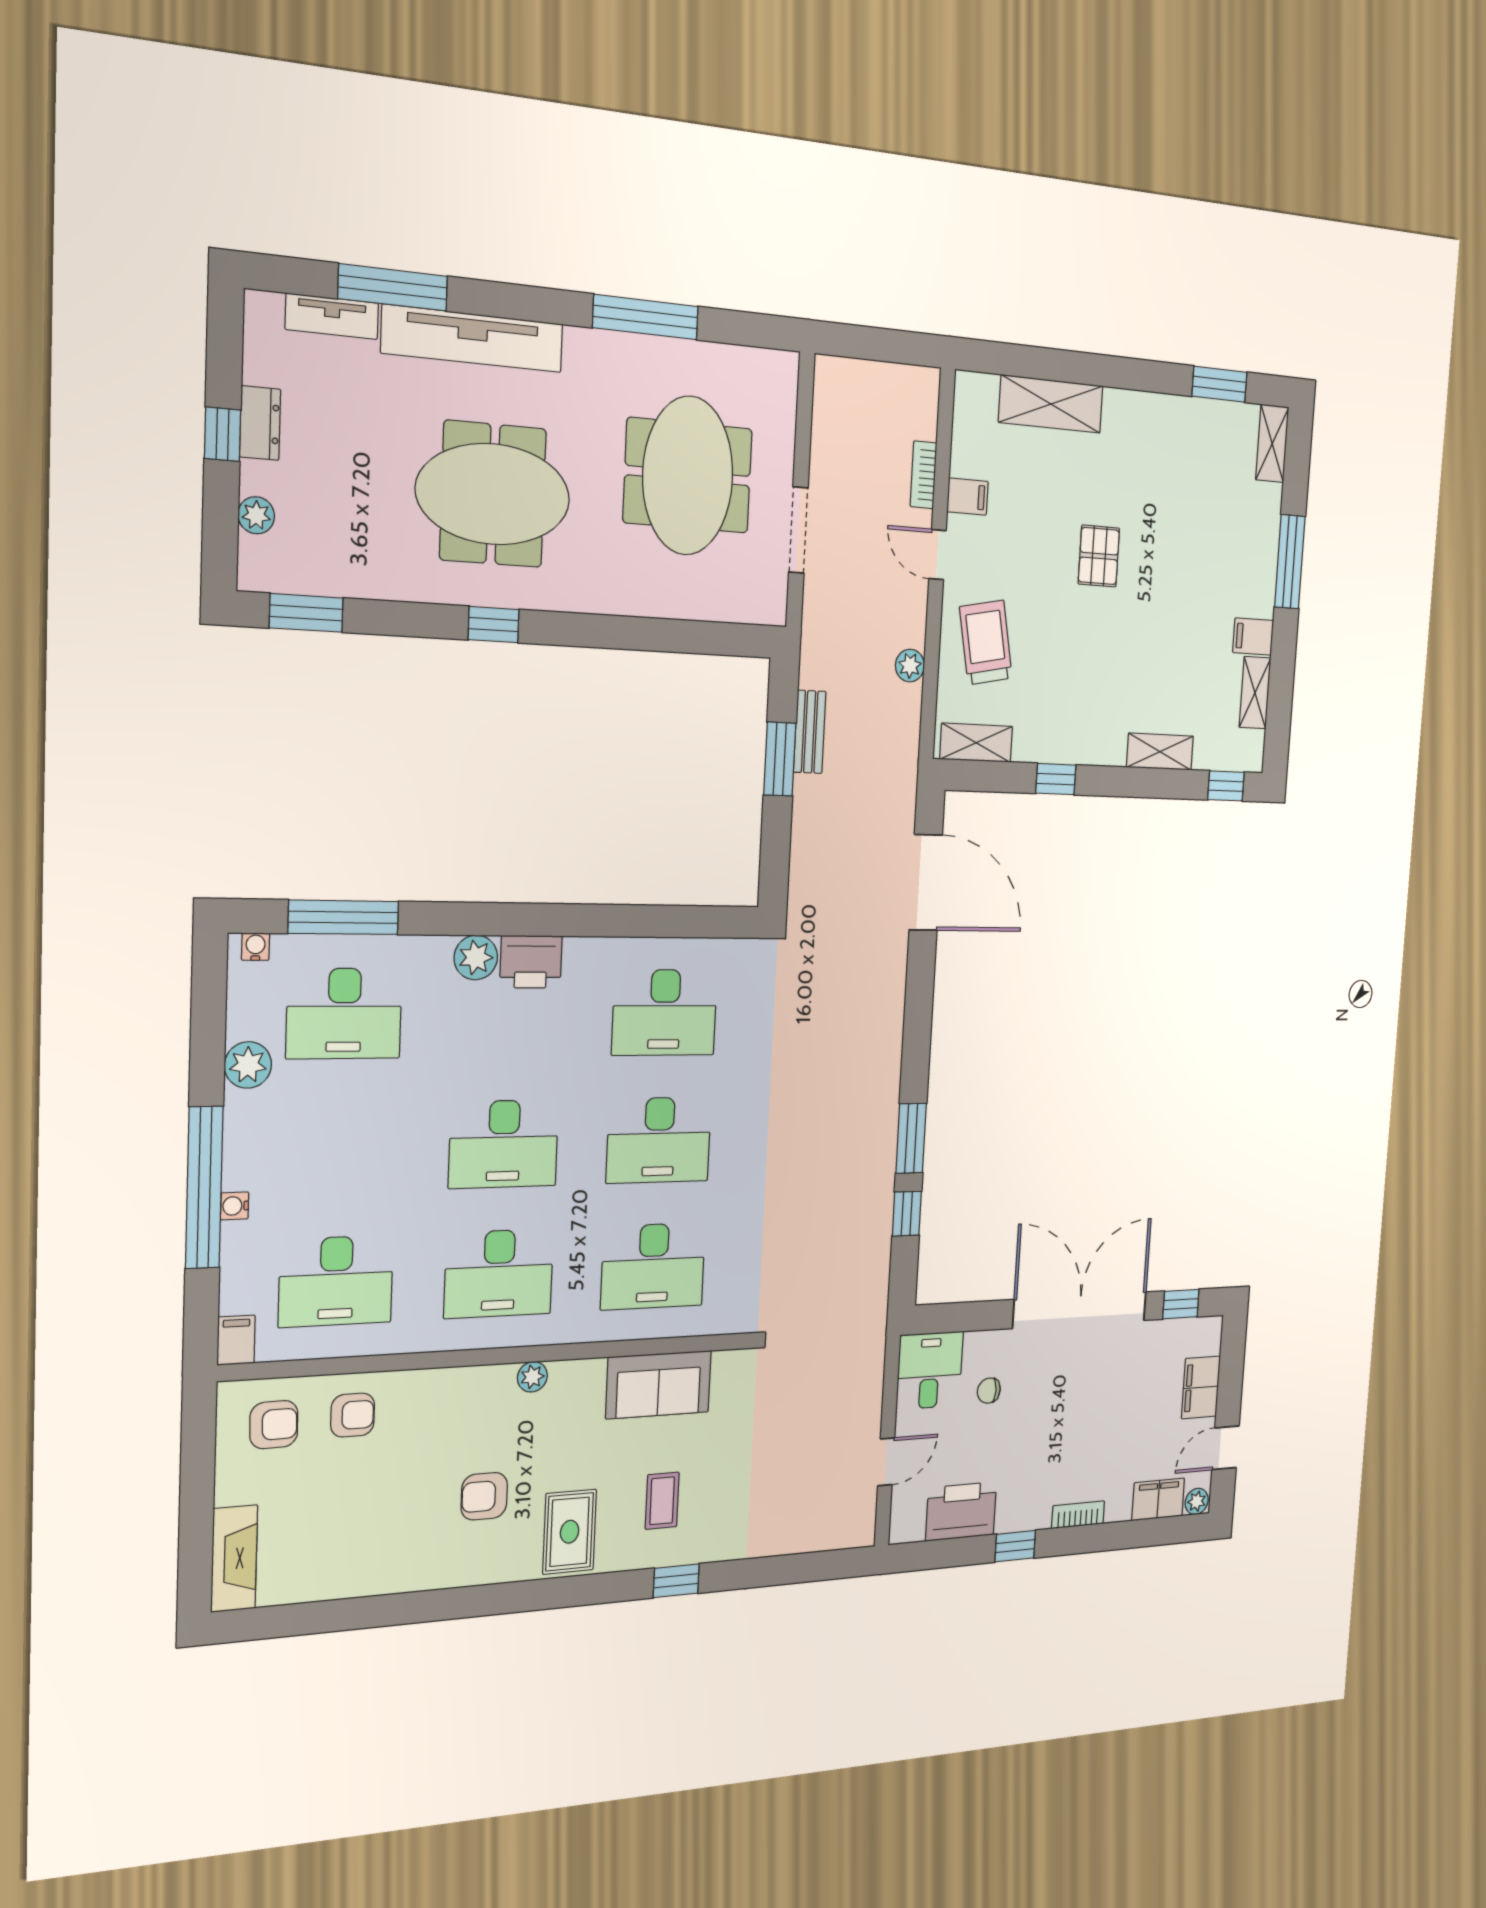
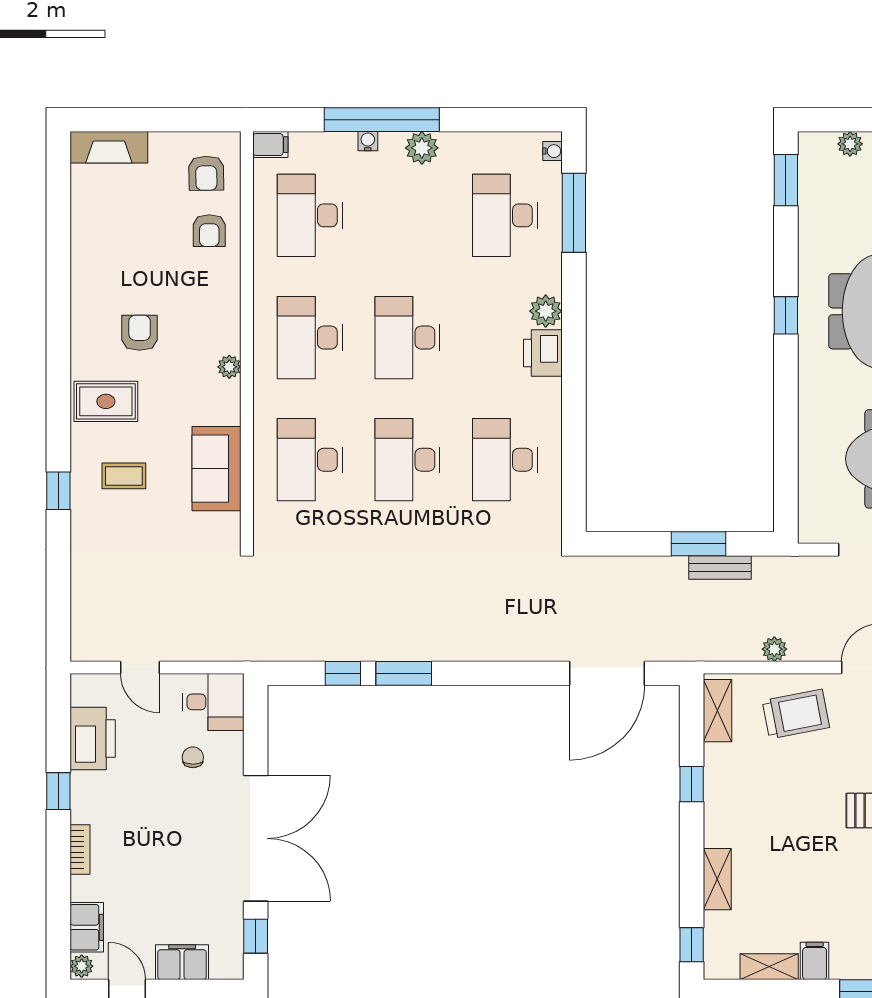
plant: (248, 1065) -> (422, 148), moved

